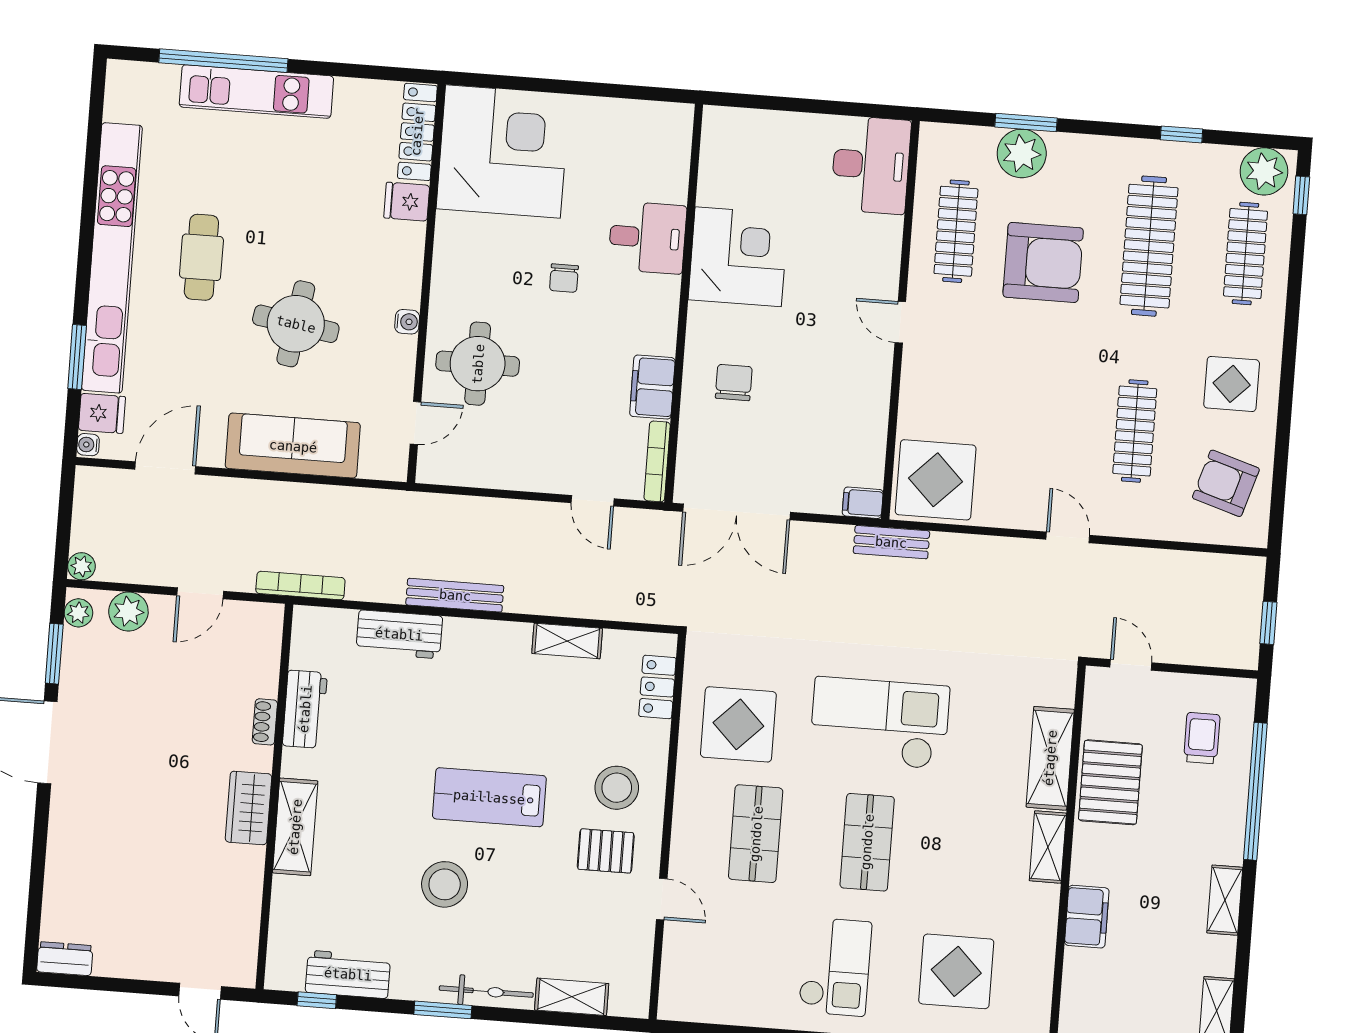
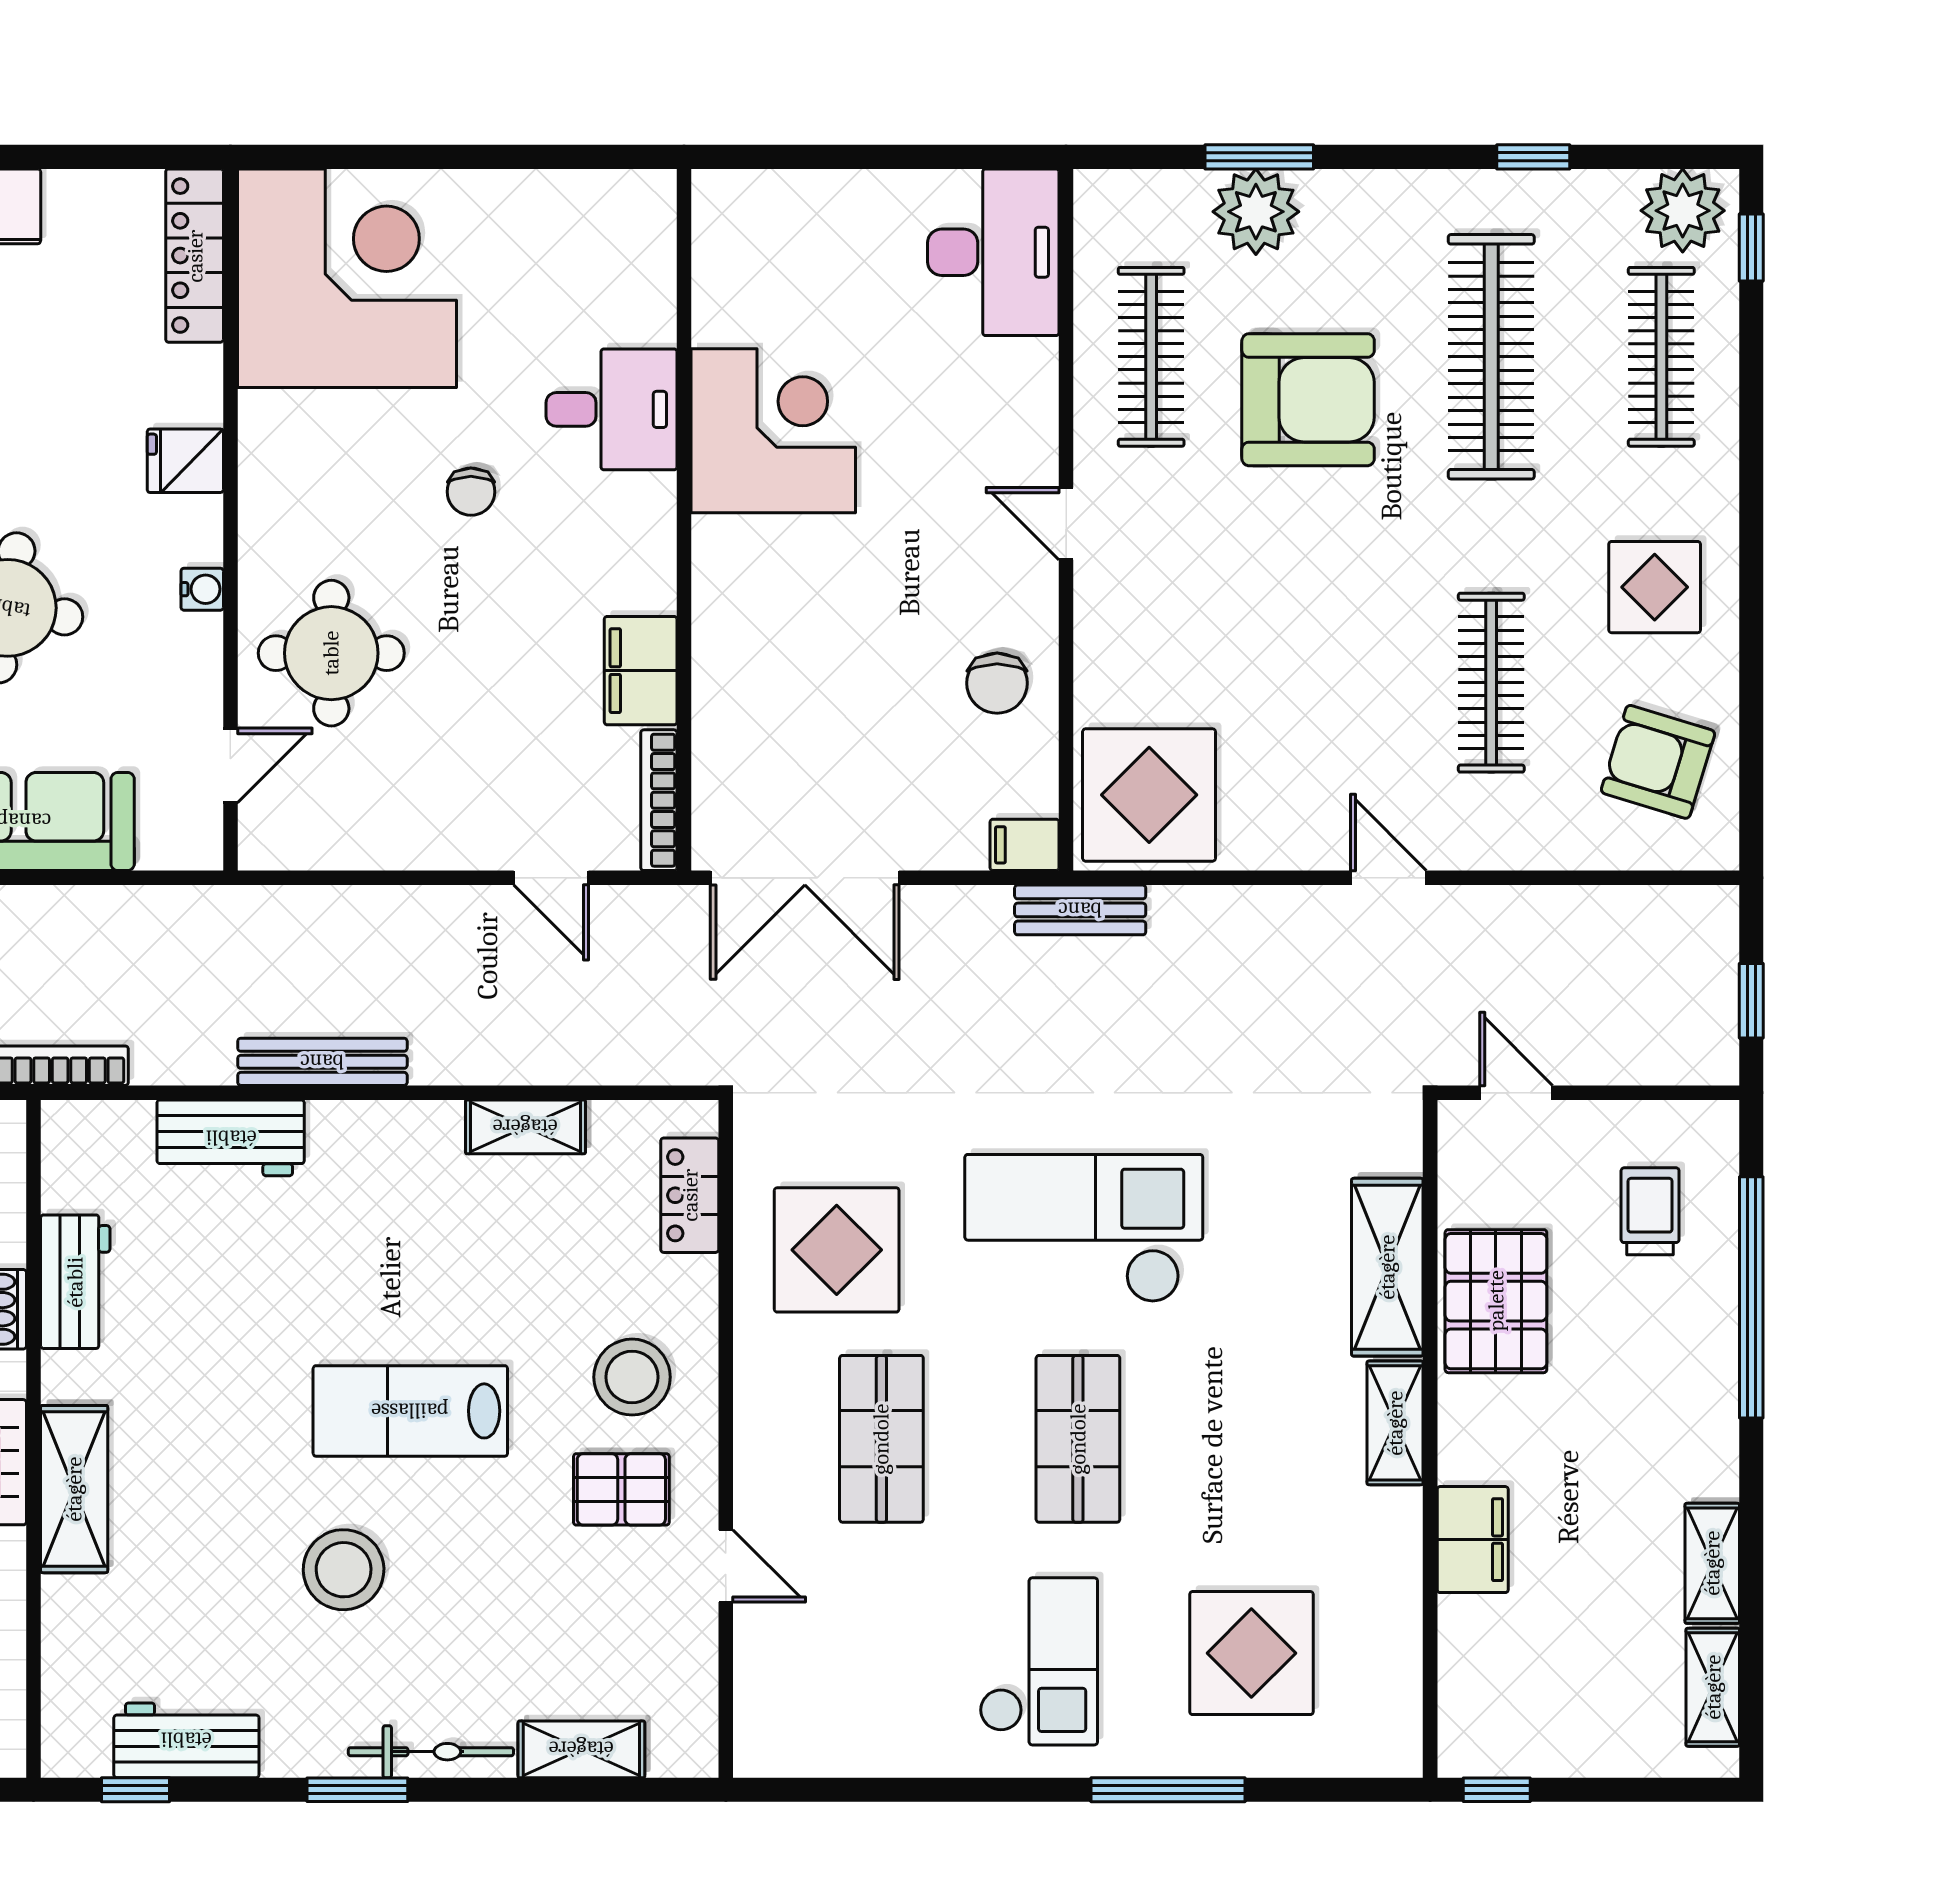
fridge: (407, 202) -> (185, 461), moved
chair: (734, 383) -> (997, 683), moved, turned 180
shelving: (1225, 900) -> (1712, 1563), moved

